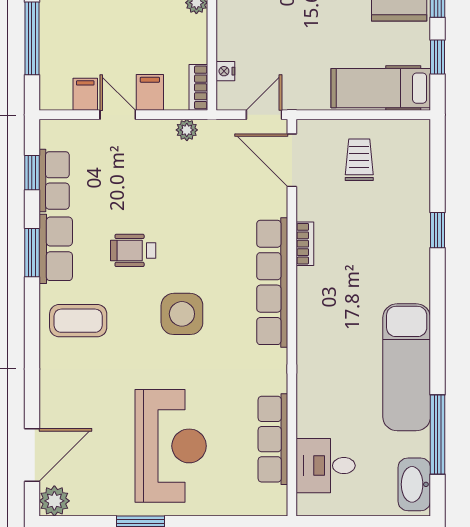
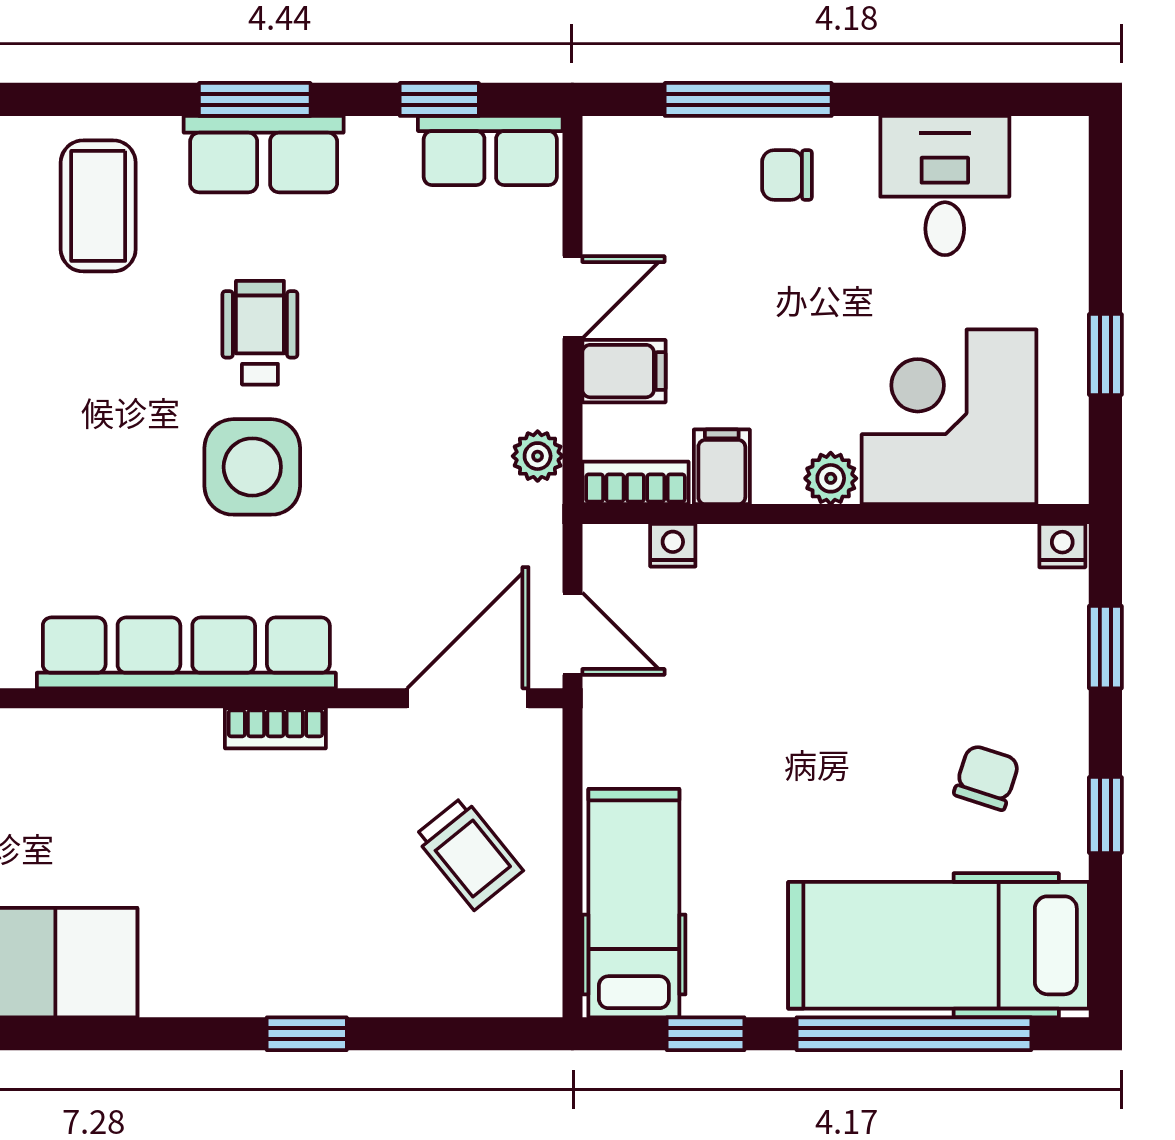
chair: (65, 22) -> (787, 175), added
filing cabinet: (85, 94) -> (722, 467), moved, turned -90
trolley: (359, 160) -> (469, 853), turned 51
row of seats: (54, 180) -> (490, 150), moved
side table: (182, 314) -> (252, 467), moved

